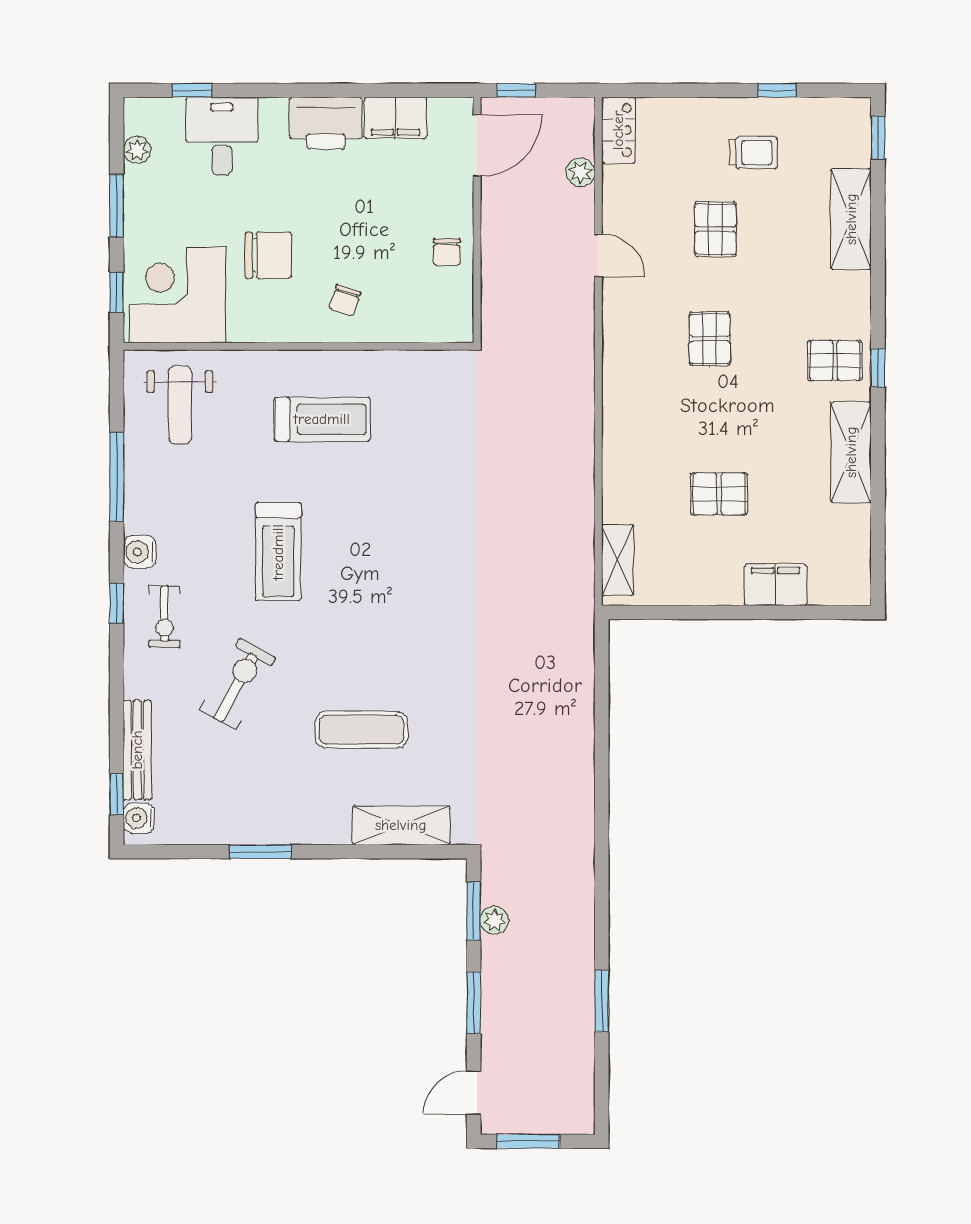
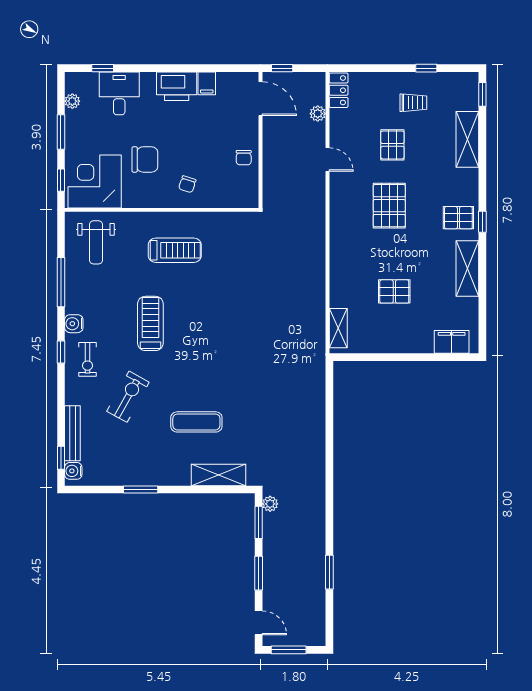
filing cabinet: (396, 118) -> (207, 83), width x0.50
door: (477, 145) -> (260, 99), hinge flipped
pallet: (710, 339) -> (389, 206), width x1.50, depth x1.42
treadmill: (278, 552) -> (150, 323), turned 180
filing cabinet: (776, 585) -> (452, 342), moved
plant: (495, 920) -> (270, 504), moved
door: (474, 1093) -> (259, 623), swing flipped

